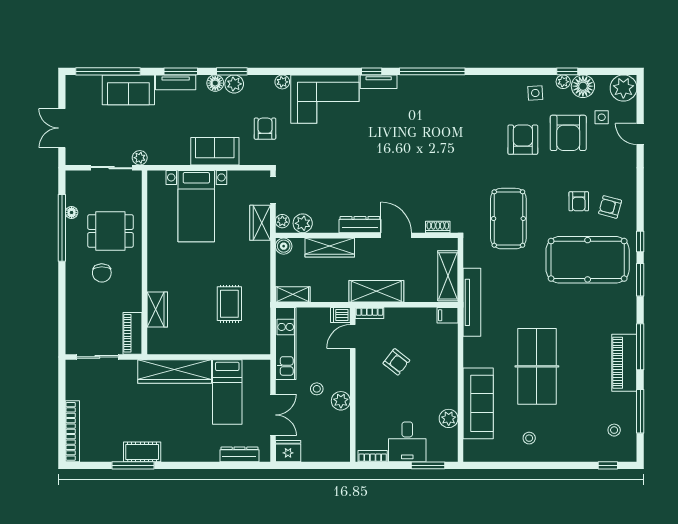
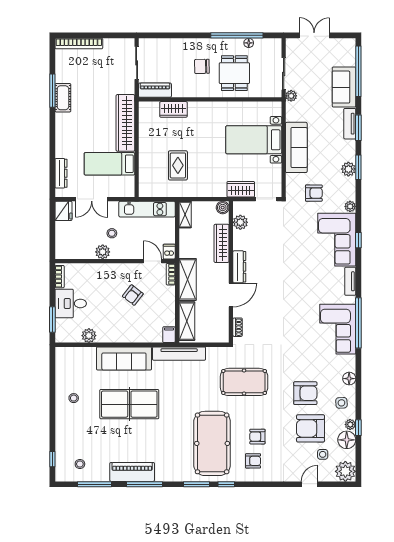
window: (372, 71) -> (358, 240), moved
floor lamp: (215, 83) -> (349, 379), moved
corner sofa: (440, 98) -> (338, 329), added
sofa: (215, 151) -> (296, 147), width x1.36
armchair: (610, 207) -> (253, 461), turned 75
plant: (282, 221) -> (242, 206), removed
shelving: (448, 276) -> (187, 321), moved, turned 90
rug: (229, 304) -> (178, 165), turned 90
sofa: (478, 403) -> (124, 358), moved

